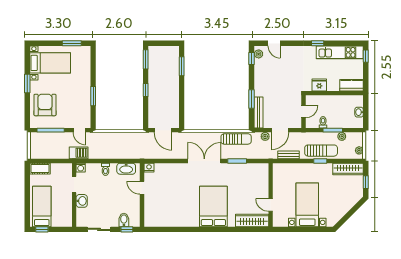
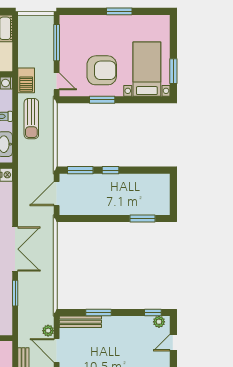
window: (146, 59) -> (80, 170), moved
bed with nightstands: (50, 63) -> (147, 69), moved, turned 180
armchair: (45, 105) -> (102, 70), moved
door: (79, 130) -> (57, 81), swing flipped
sun lounger: (236, 139) -> (31, 119), moved

